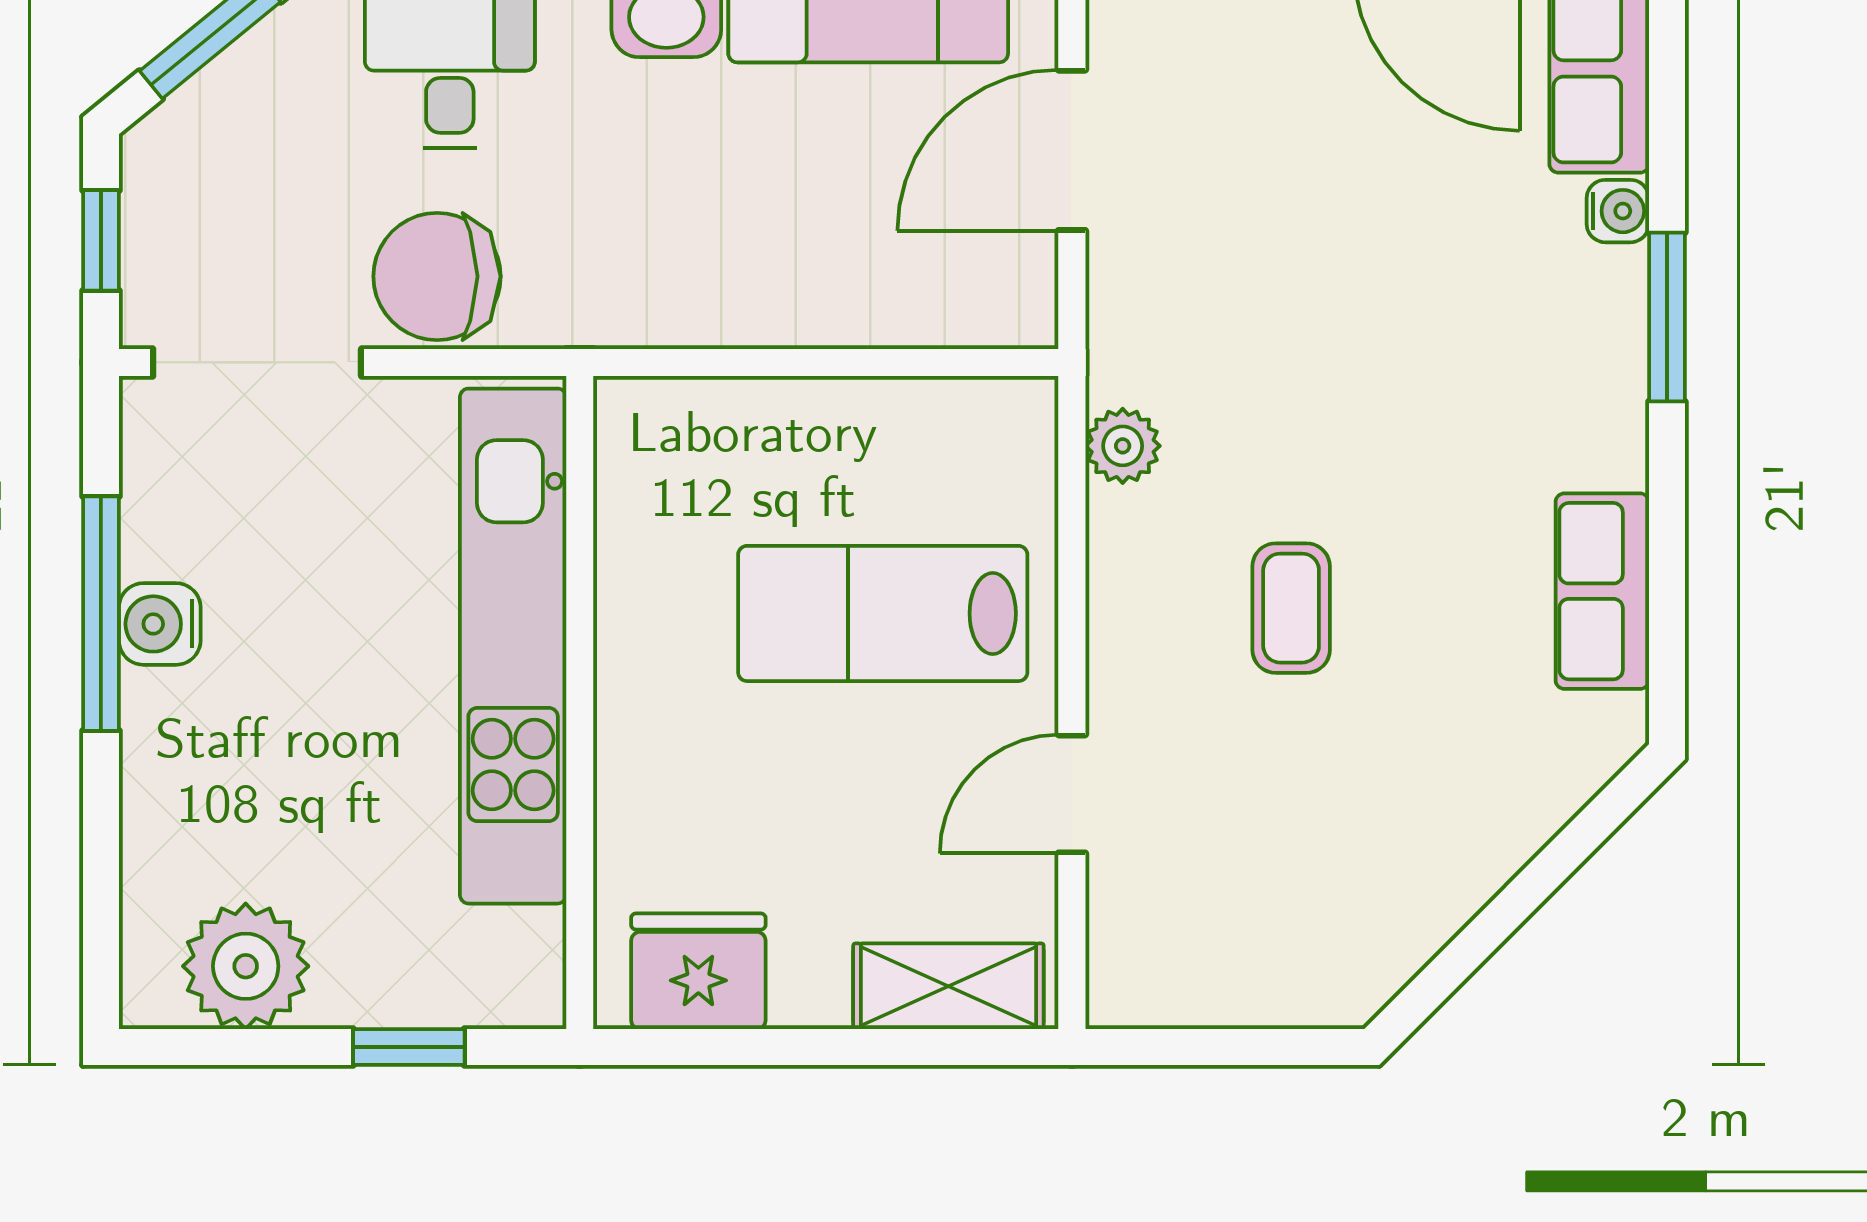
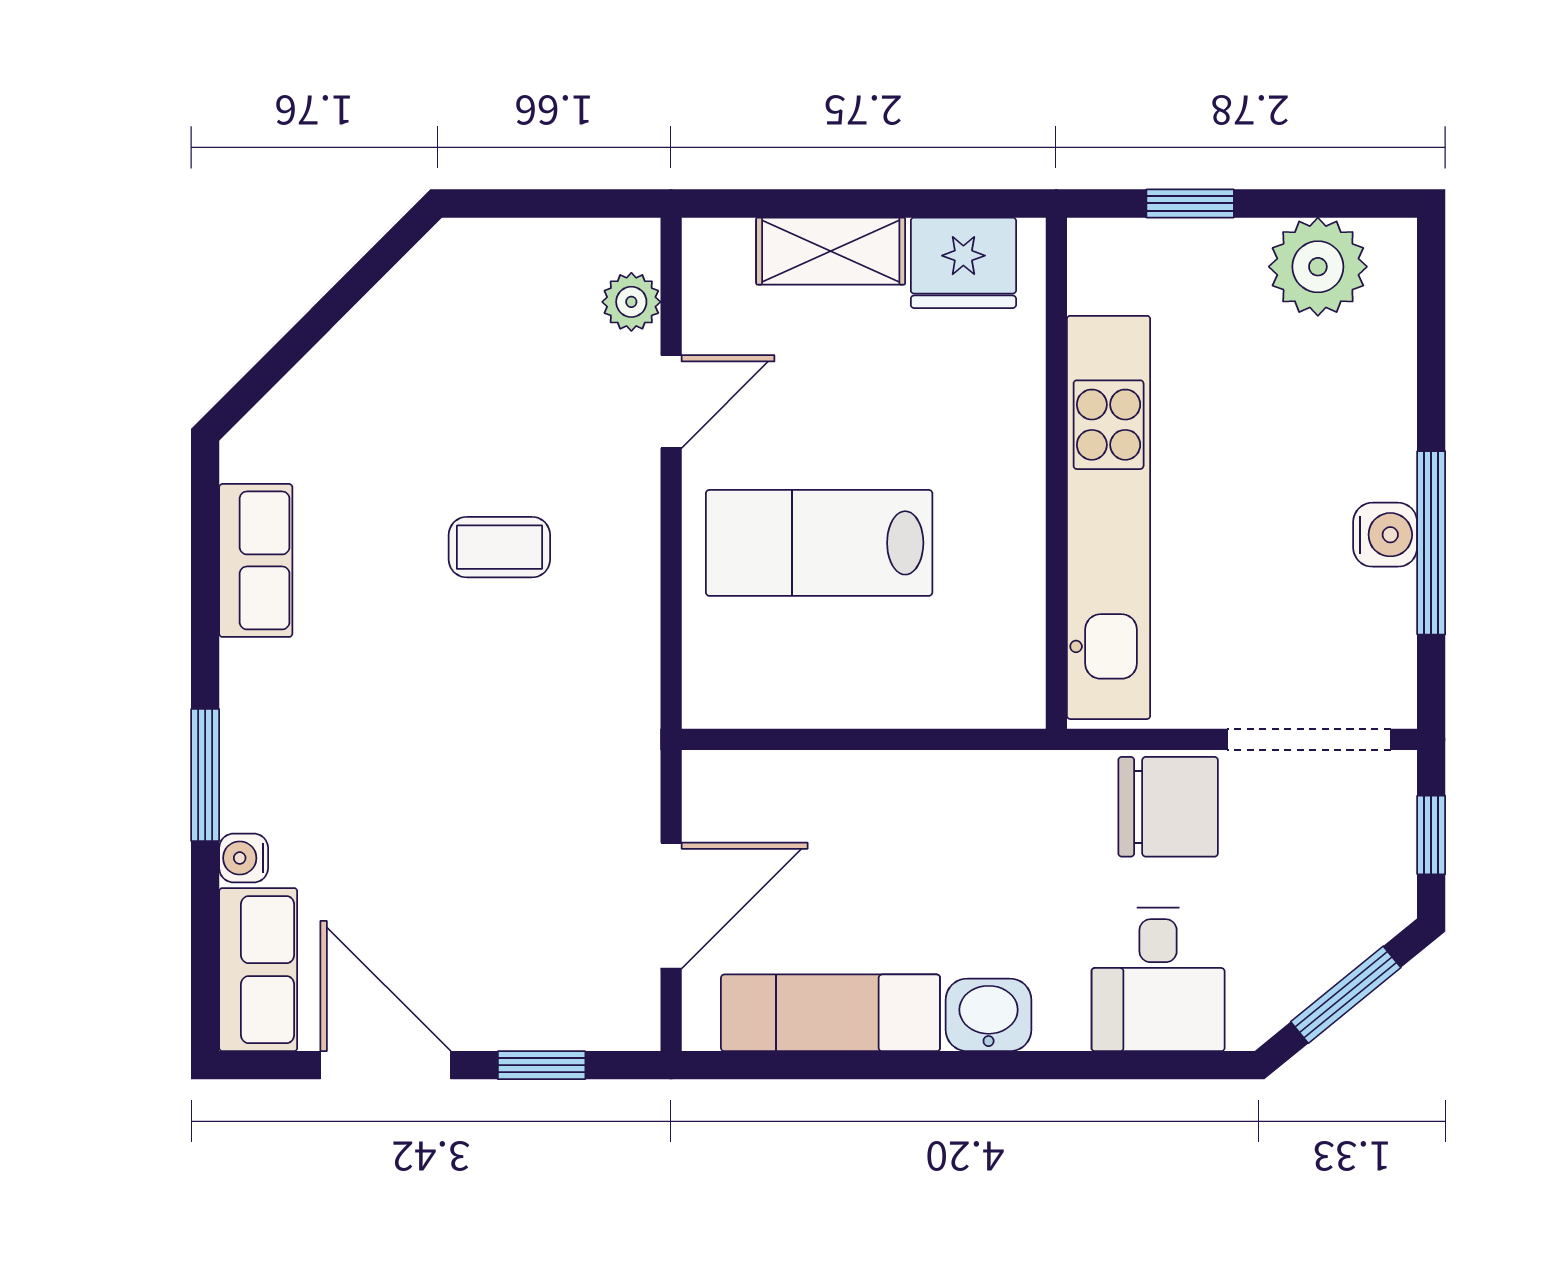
plant: (1123, 446) -> (631, 302), moved
coffee table: (1291, 608) -> (499, 547), turned 90
lab bench: (883, 613) -> (819, 543), turned 180
shelving: (948, 986) -> (831, 251), moved

